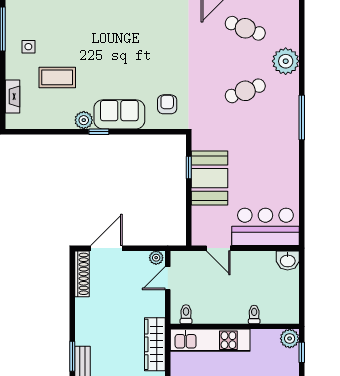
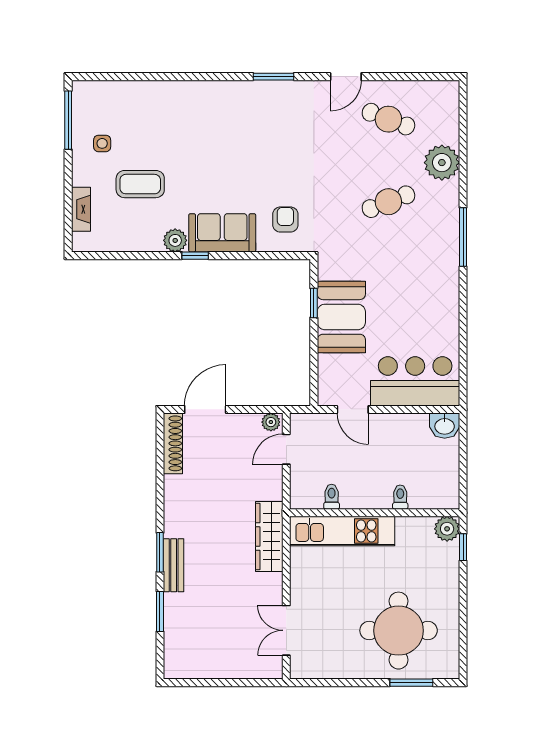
toilet: (186, 314) -> (332, 497), moved

